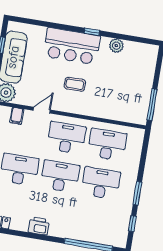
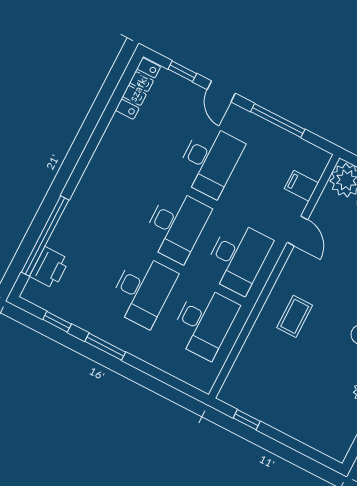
coffee table: (75, 84) -> (295, 316), moved
window: (152, 105) -> (247, 420), width x0.46
printer: (39, 226) -> (50, 268), moved

